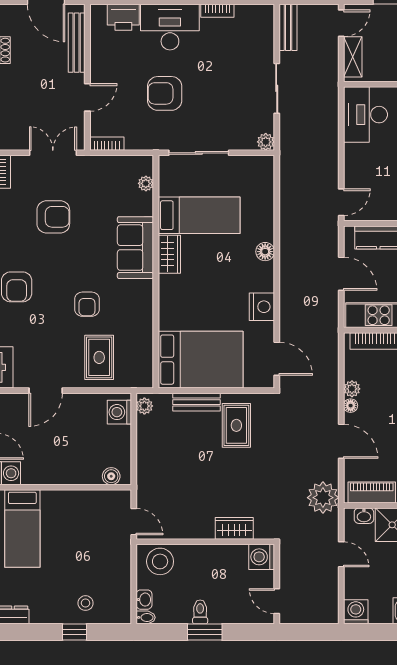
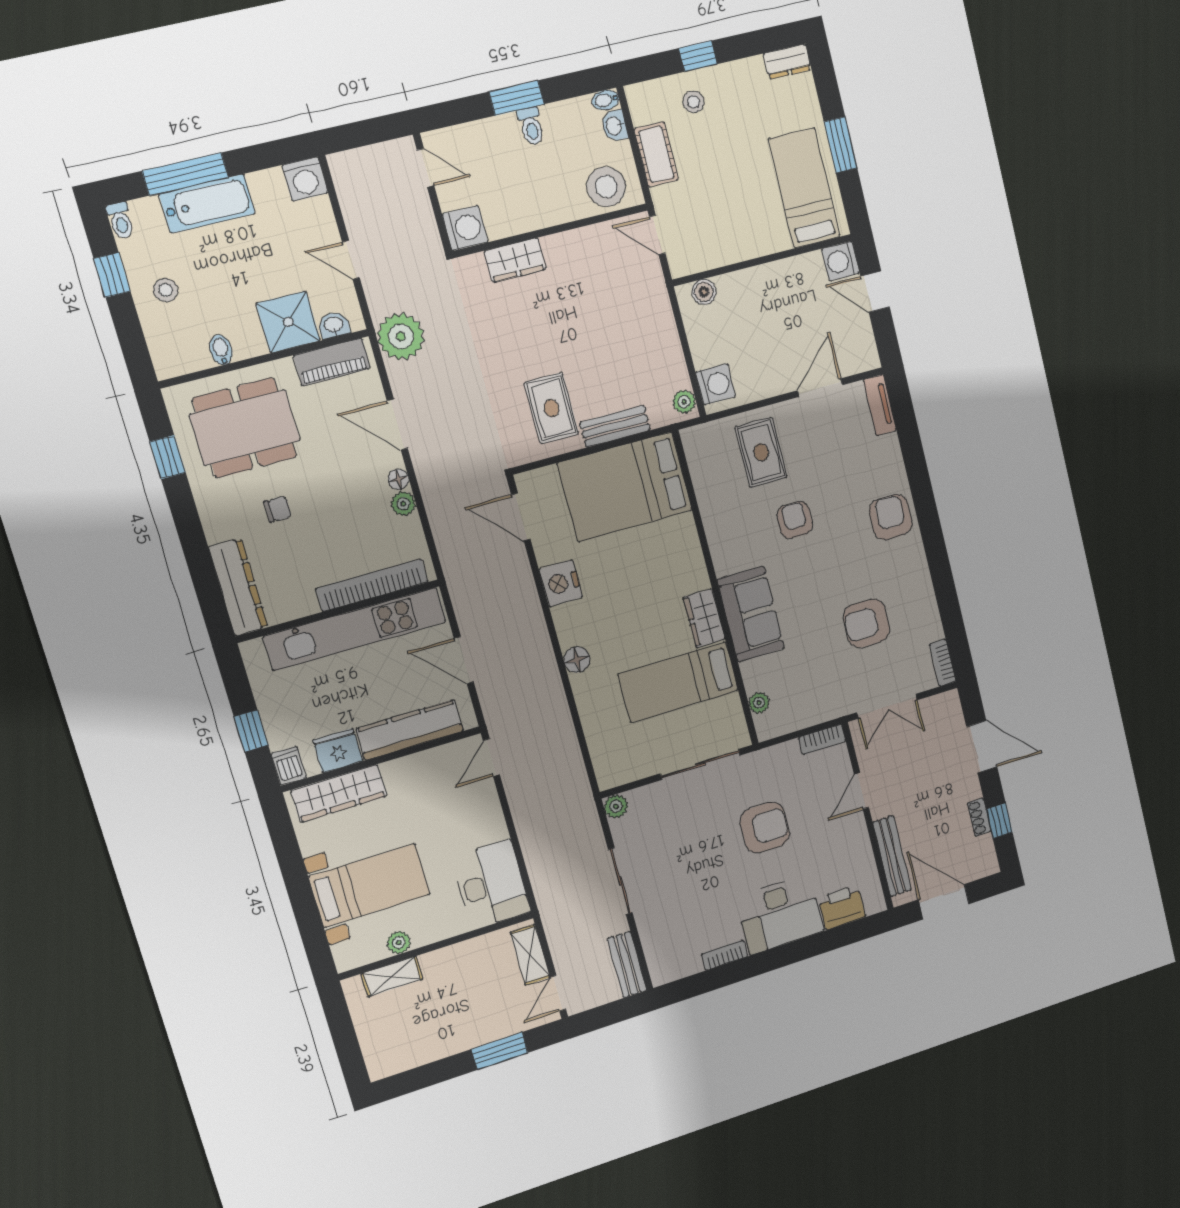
cot: (120, 575) -> (656, 154), added

